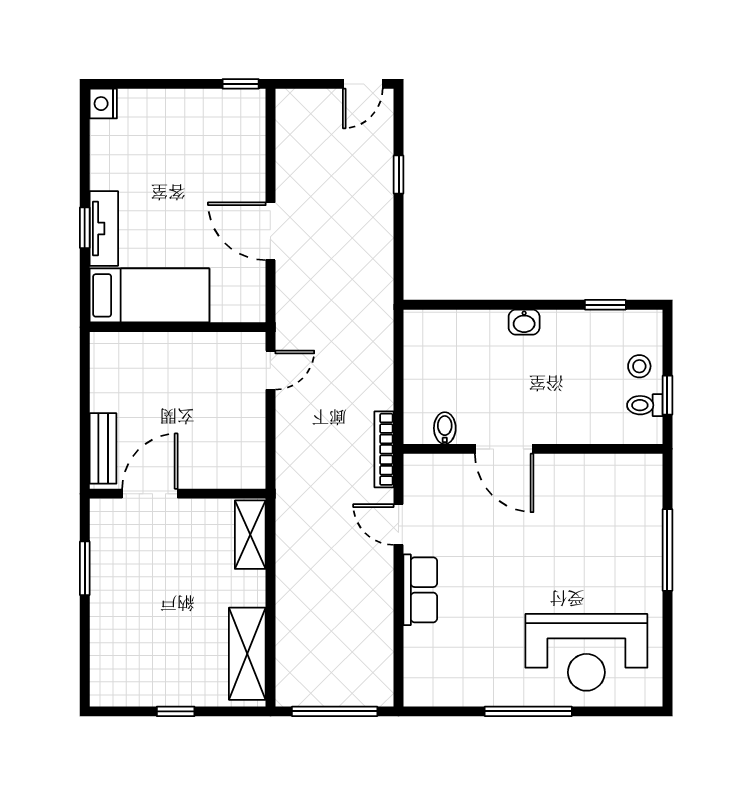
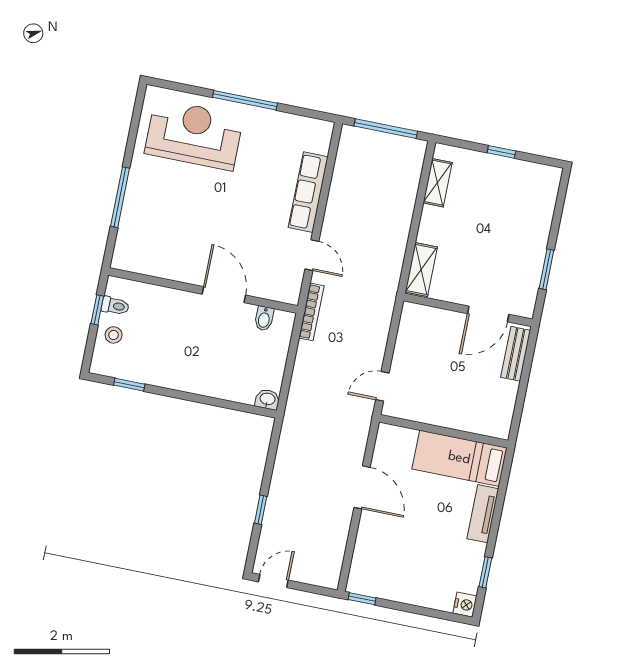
window: (85, 228) -> (485, 572), moved
washbasin: (524, 322) -> (267, 399), moved
row of seats: (420, 590) -> (308, 192), width x1.48
shelving: (247, 654) -> (438, 183), width x0.67, depth x0.75

